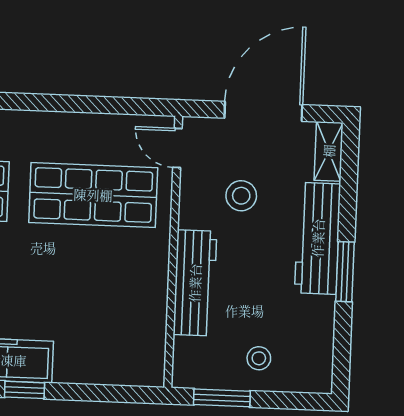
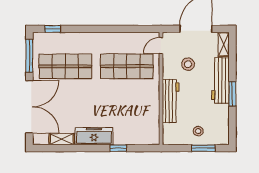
door: (177, 148) -> (161, 45), hinge flipped
window: (24, 390) -> (118, 148), moved
window: (222, 398) -> (203, 148), moved

